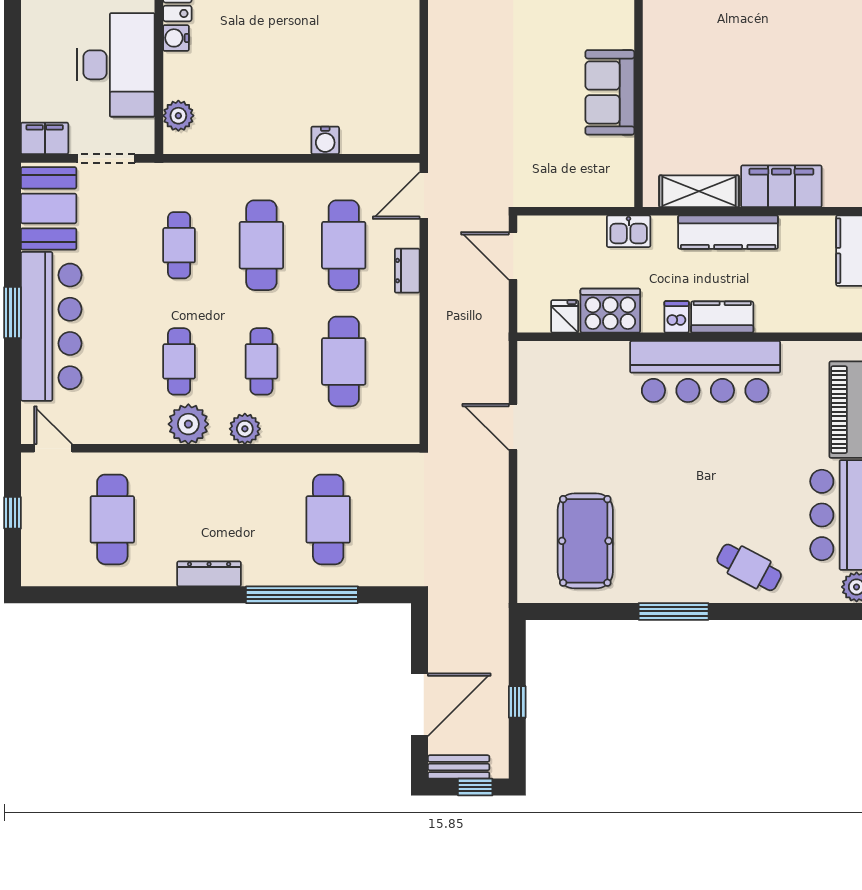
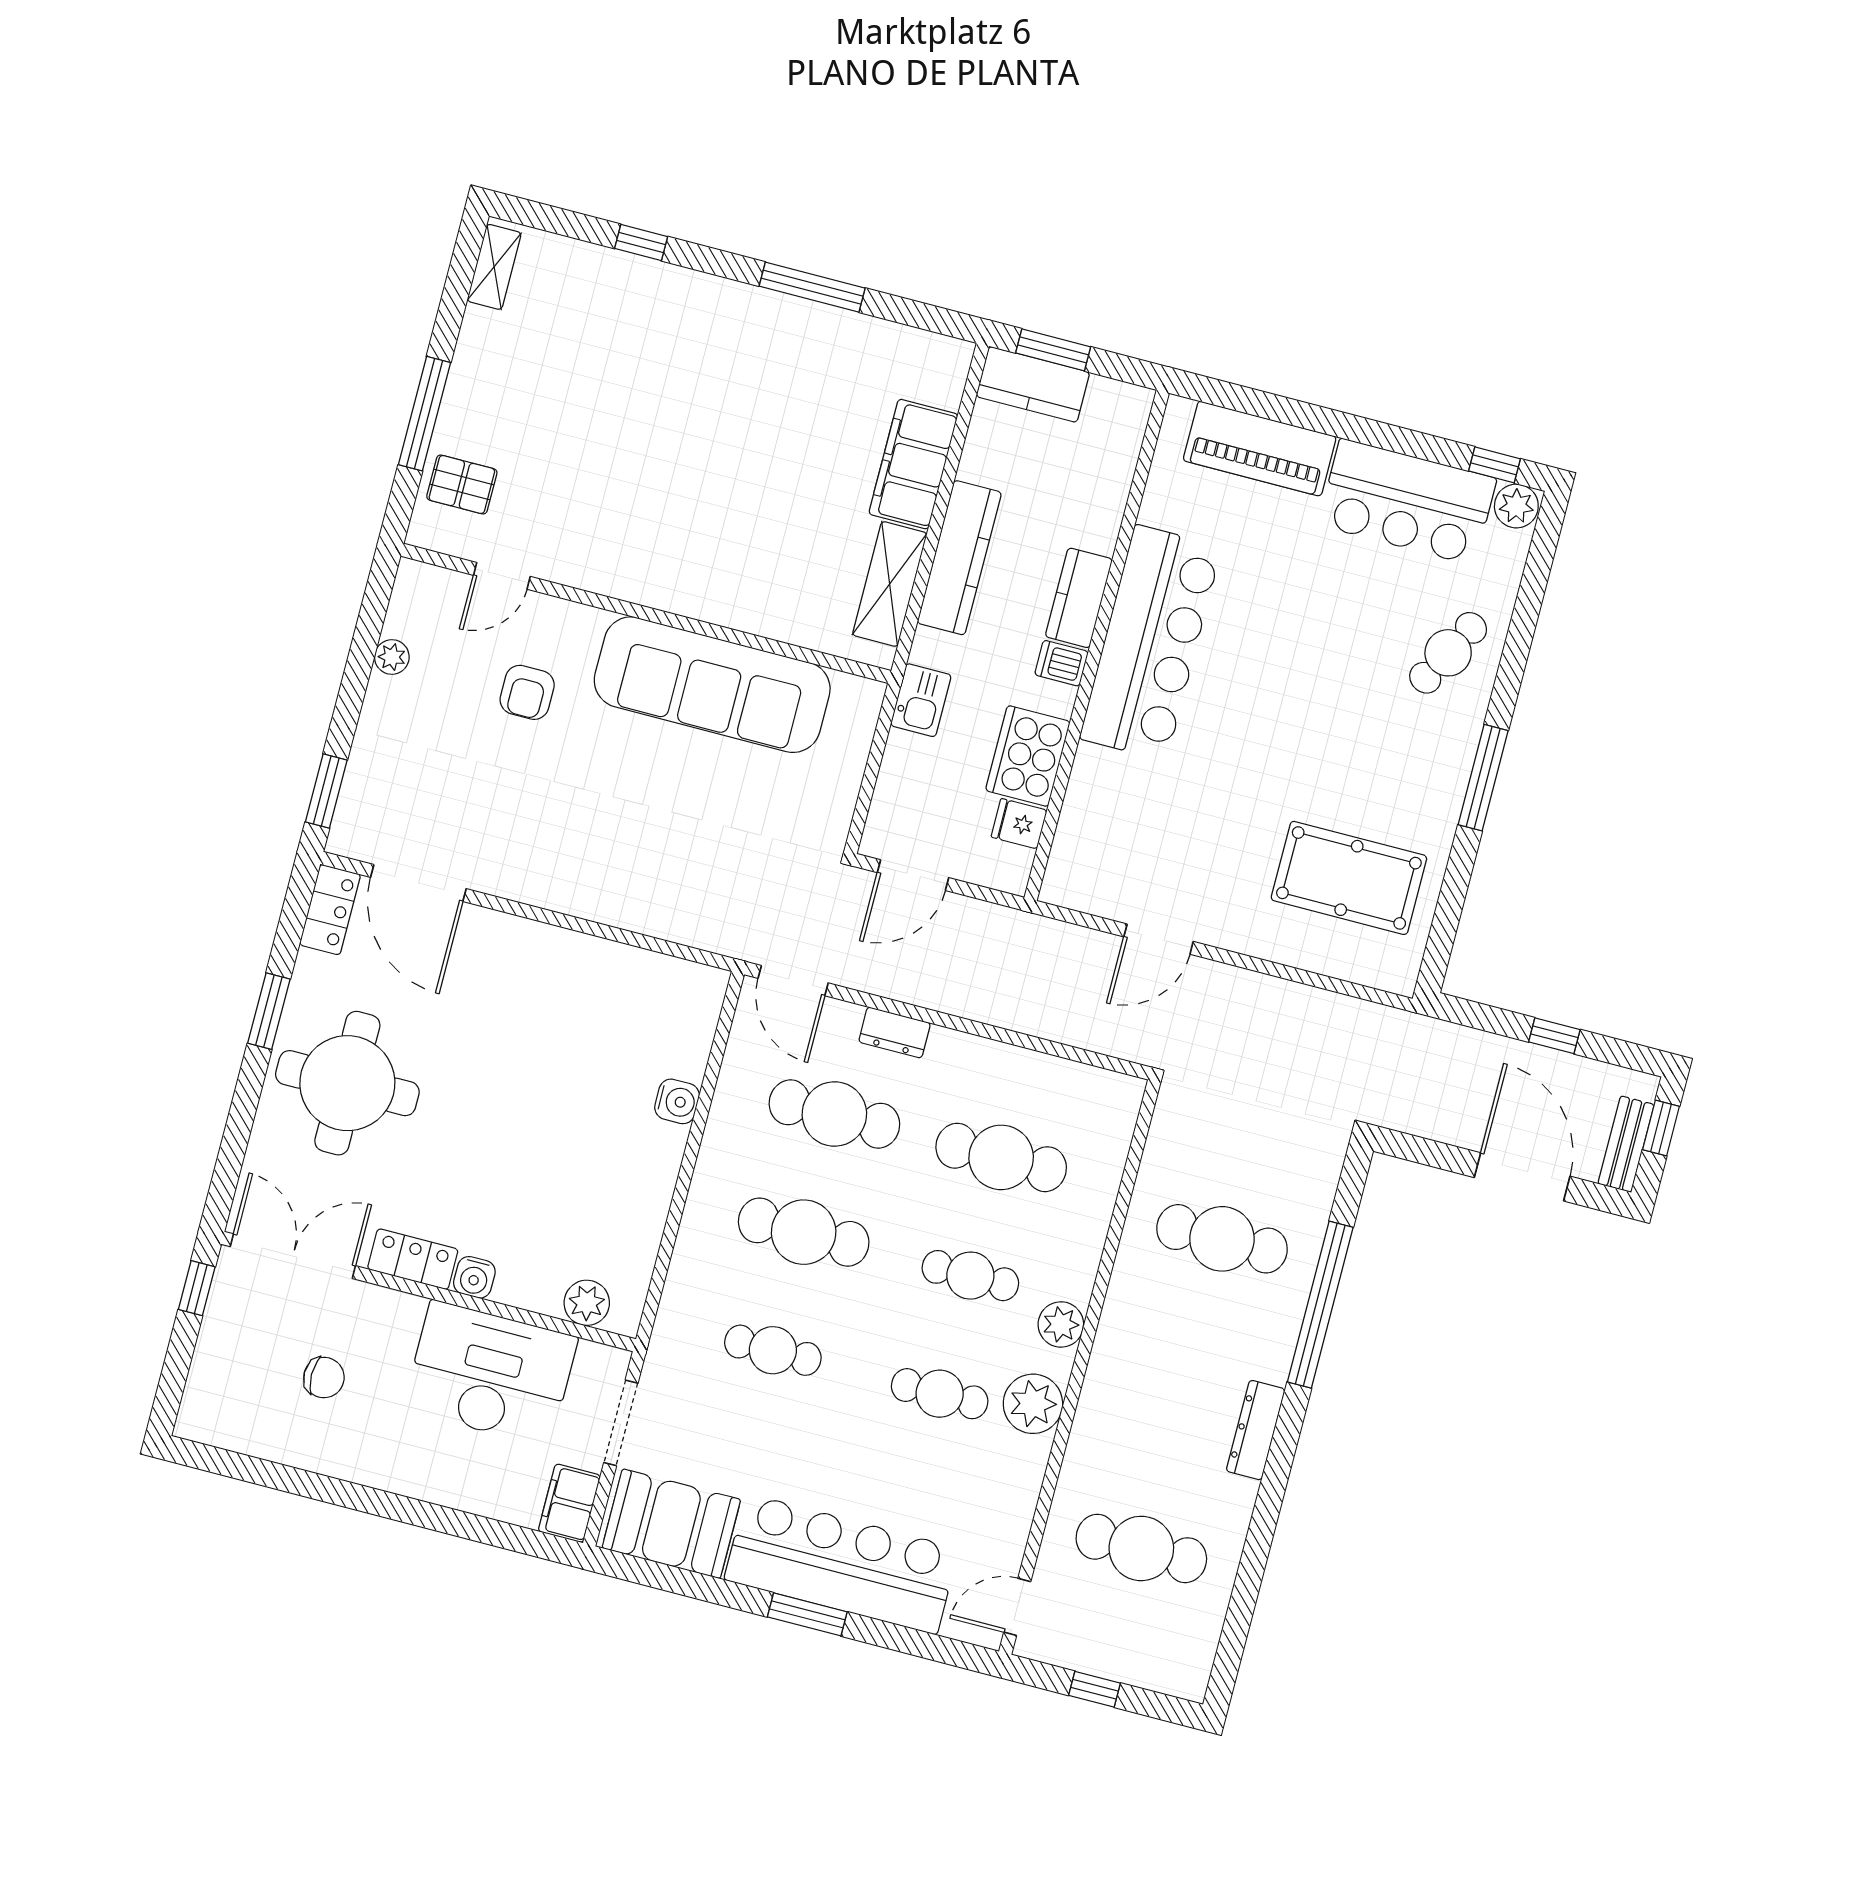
sofa: (610, 92) -> (712, 685), width x1.85, depth x1.27

